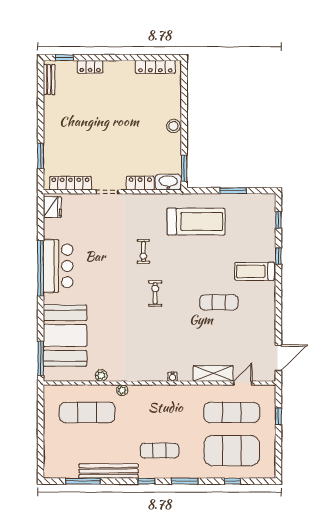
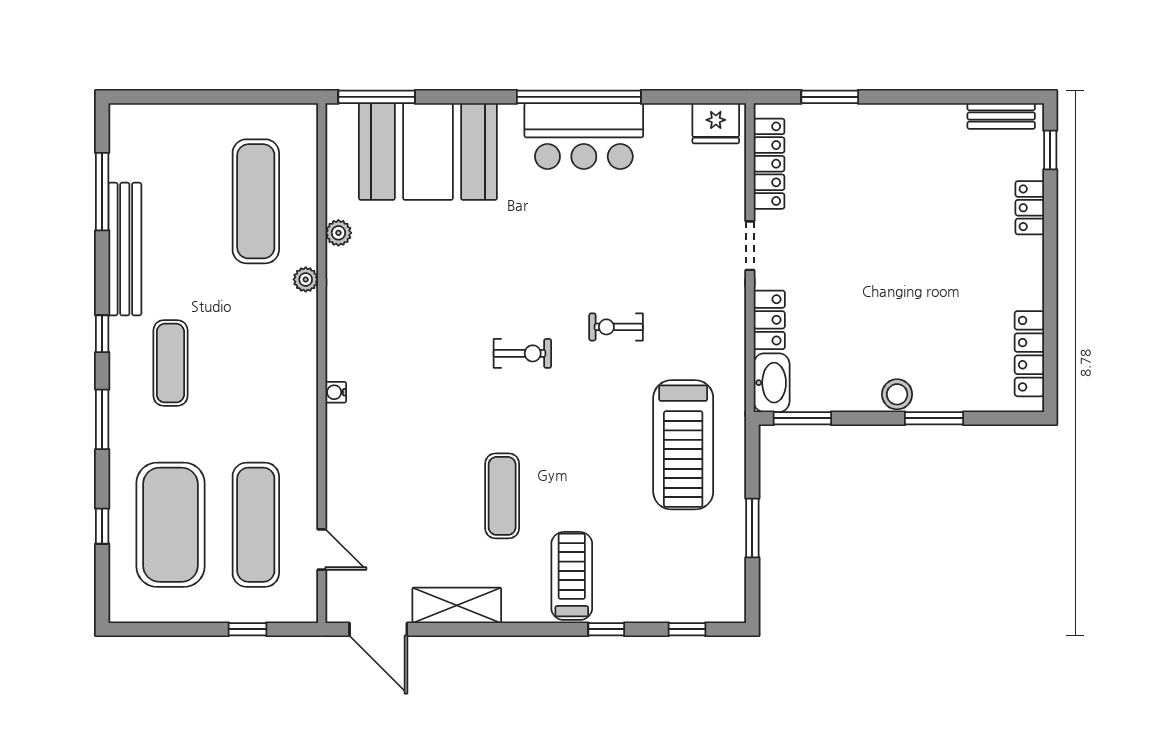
window: (184, 110) -> (934, 418), added
shelving: (213, 373) -> (457, 605), moved, turned 90

